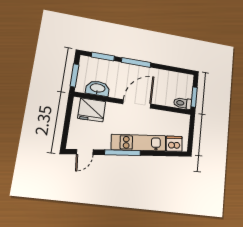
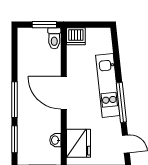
washbasin: (98, 88) -> (55, 140), width x0.52, depth x0.69
dishwasher: (174, 144) -> (76, 36), moved, turned -84

